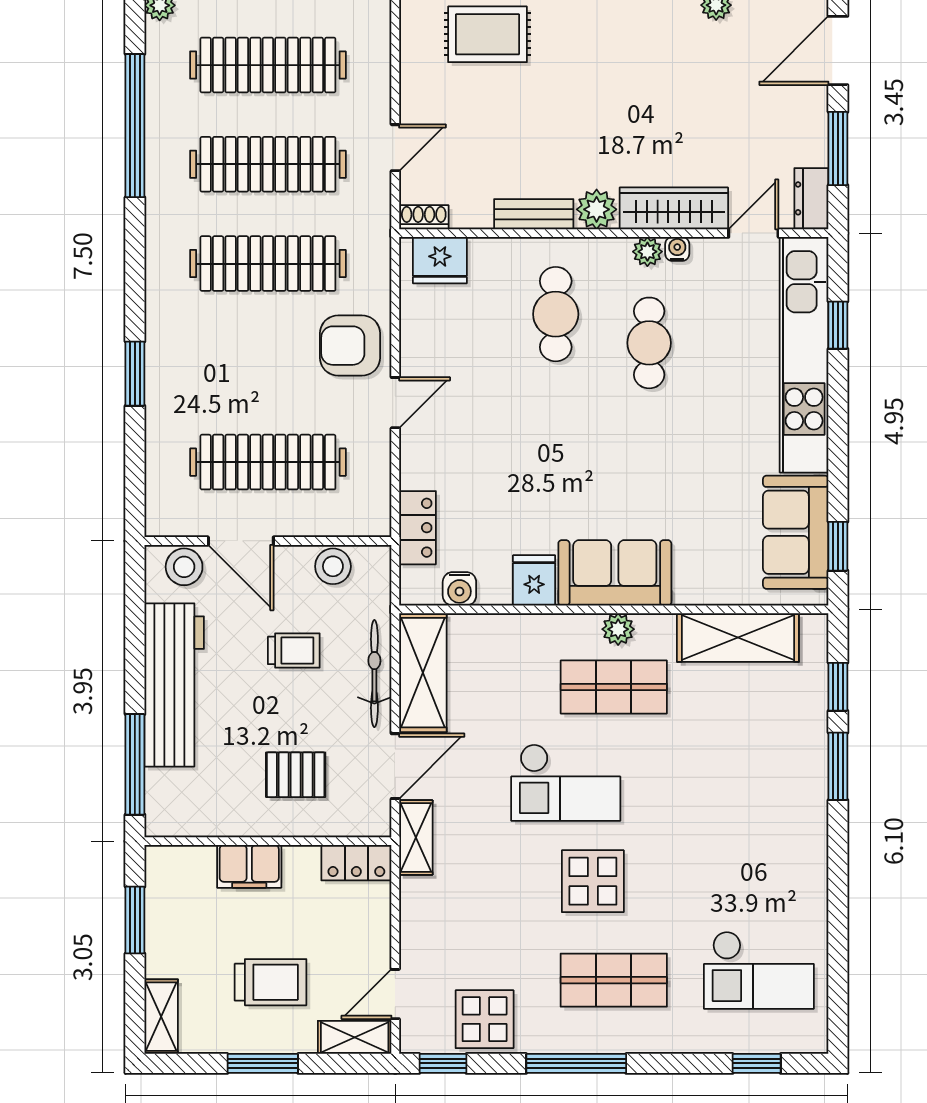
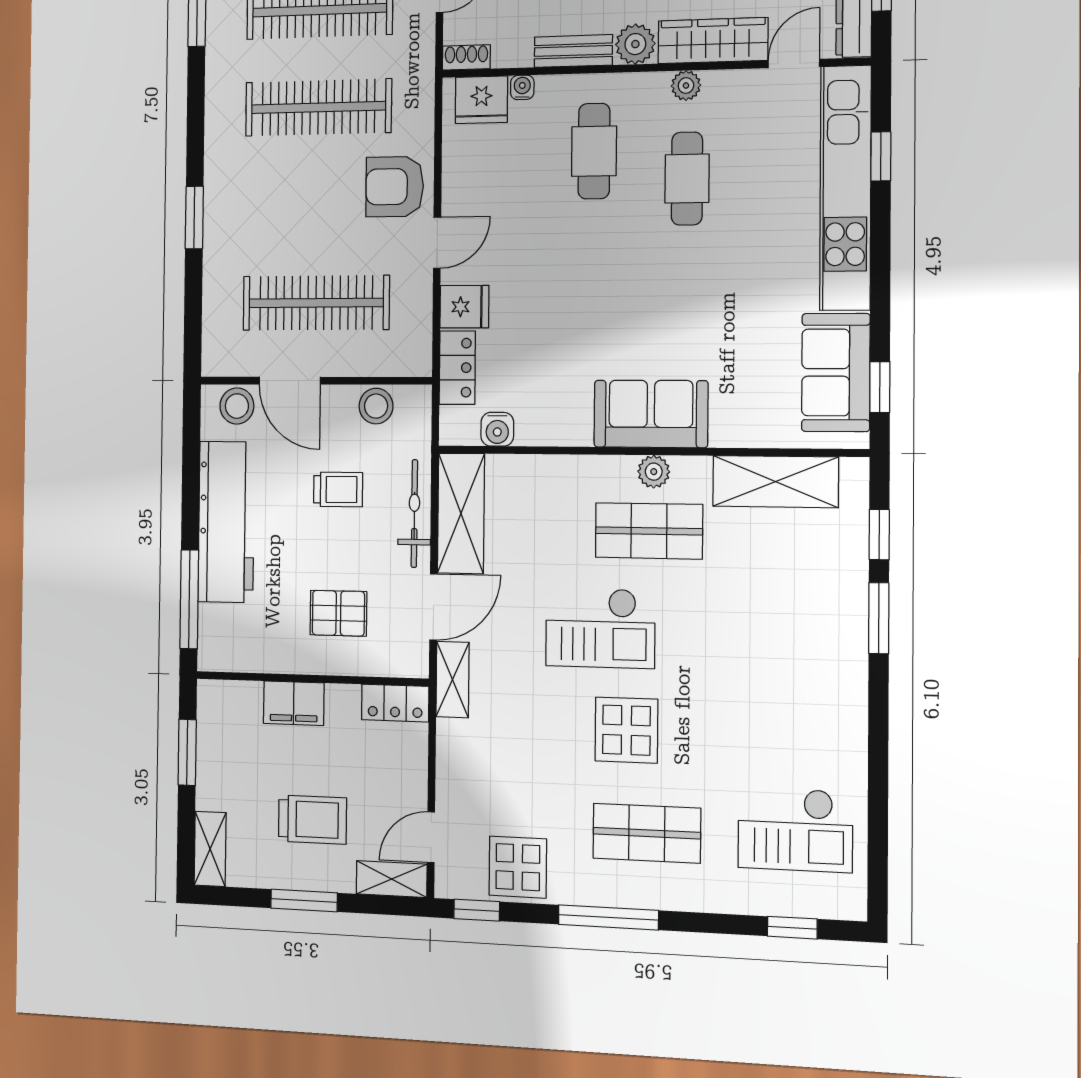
water cooler: (677, 249) -> (522, 87), moved
fridge: (534, 580) -> (464, 307), moved, turned 90

